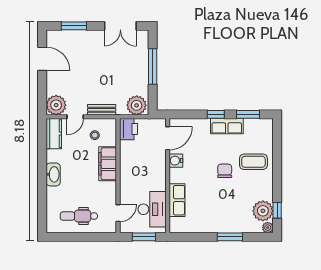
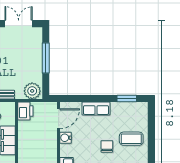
double door: (120, 26) -> (19, 24), swing flipped
window: (216, 114) -> (99, 99), removed
row of seats: (227, 126) -> (96, 108), moved

